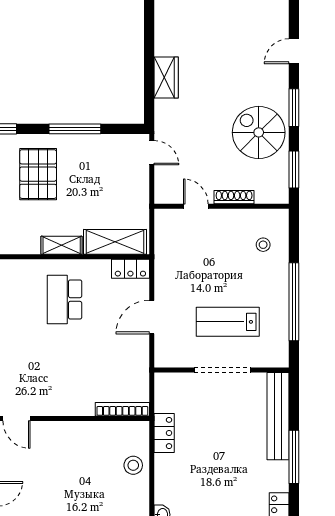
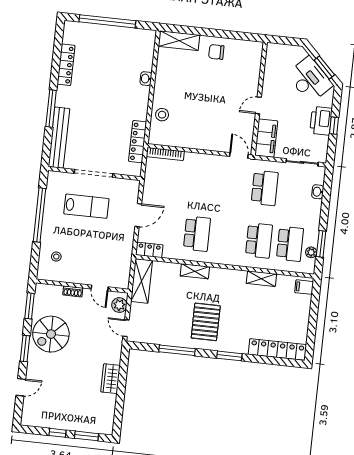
spiral stairs: (259, 132) -> (51, 334), turned 90
plant: (165, 185) -> (119, 305), added
shoe rack: (234, 197) -> (73, 291), width x0.70
shelving: (115, 242) -> (142, 281), moved, turned 90
locker: (164, 433) -> (138, 142), width x1.53

